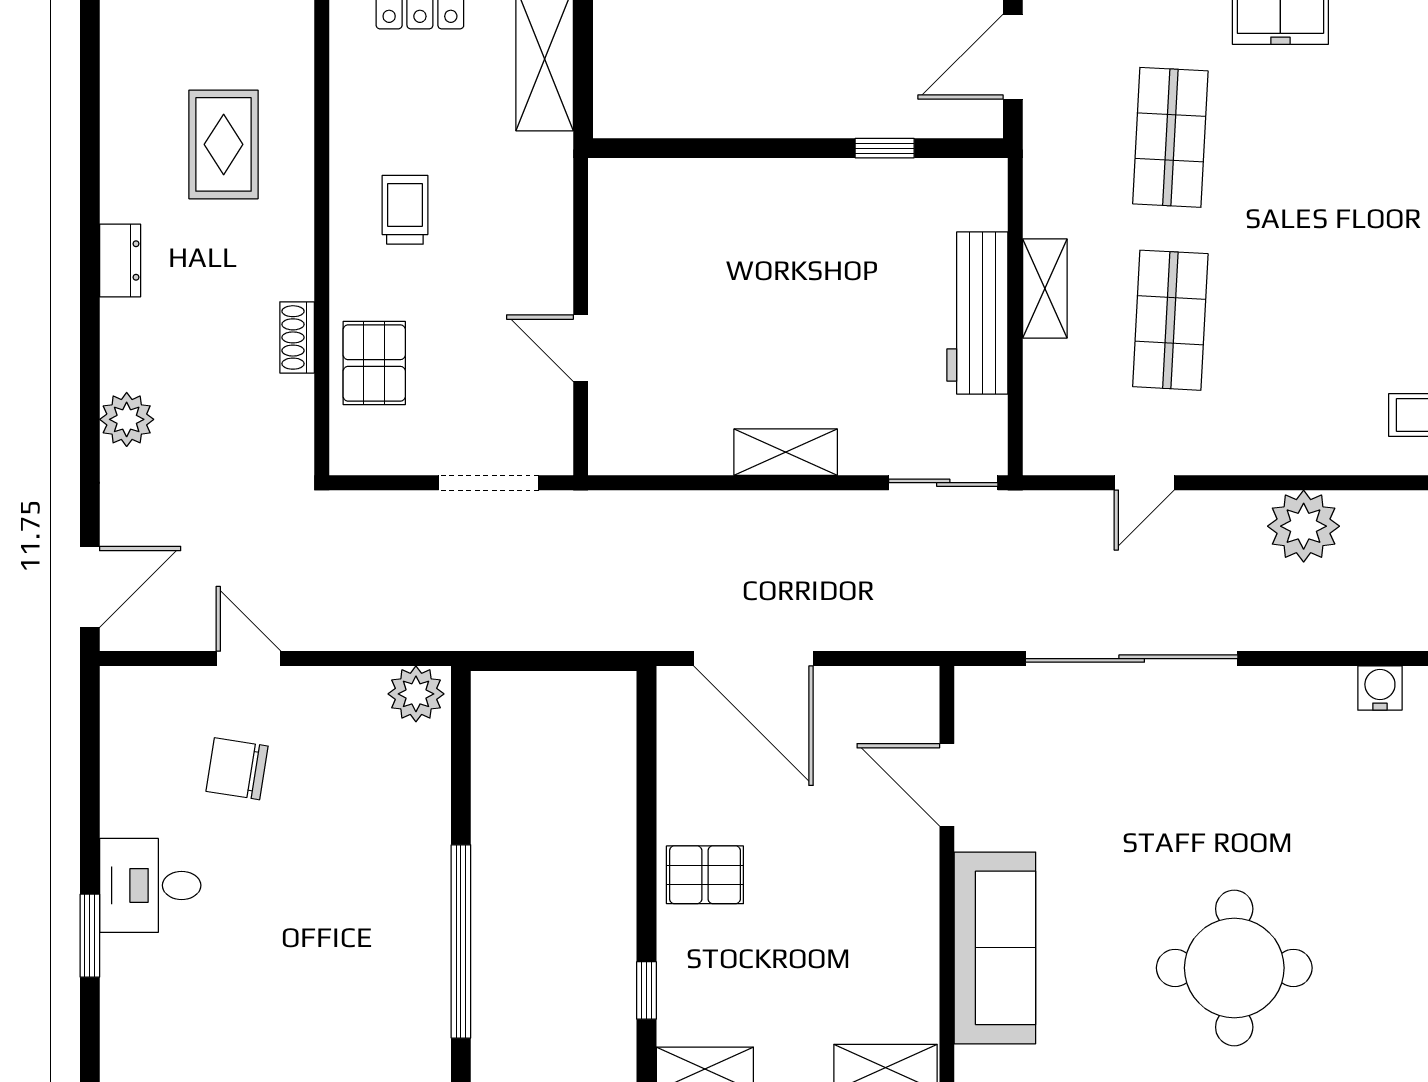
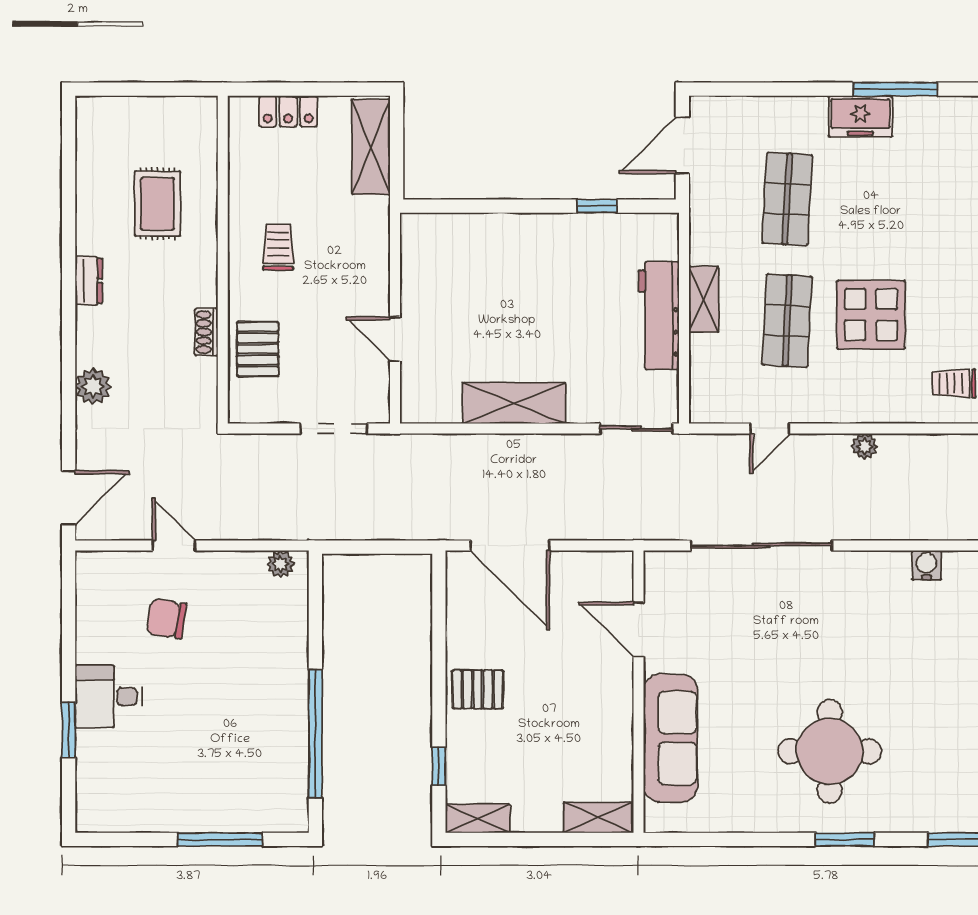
display table: (1296, 311) -> (871, 315), added
shelving: (786, 452) -> (514, 403), width x1.50, depth x1.33
plant: (1304, 526) -> (865, 446), width x0.53, depth x0.53
plant: (416, 694) -> (280, 564), width x0.73, depth x0.73

